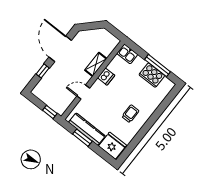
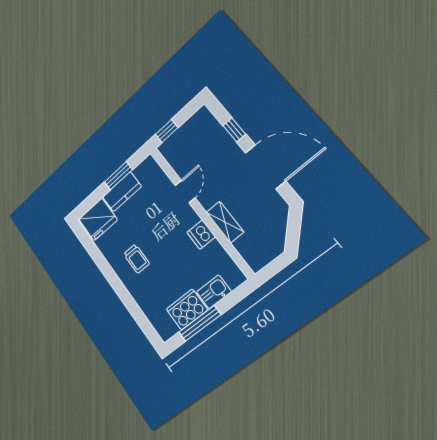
kitchen sink: (127, 54) -> (214, 292), moved
kitchen counter: (87, 129) -> (122, 192), width x0.67

